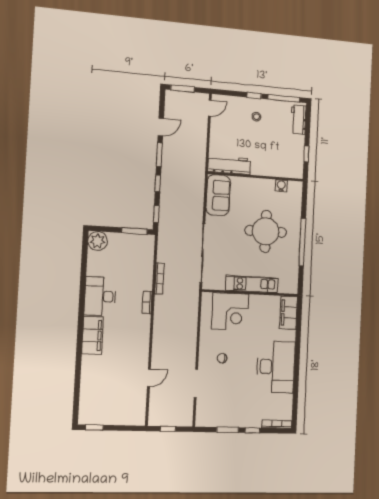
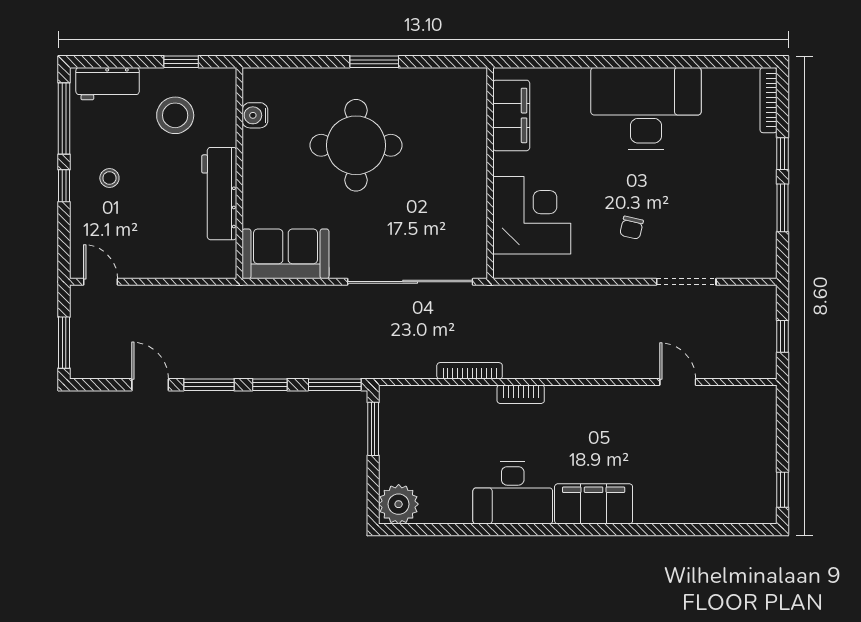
stool: (283, 149) -> (175, 115), added
workbench: (229, 165) -> (219, 194), moved
window: (156, 214) -> (335, 385), width x1.50
window: (302, 242) -> (374, 62), width x0.47
kitchen unit: (252, 284) -> (471, 171), removed
filing cabinet: (289, 313) -> (511, 115), moved, turned -90

